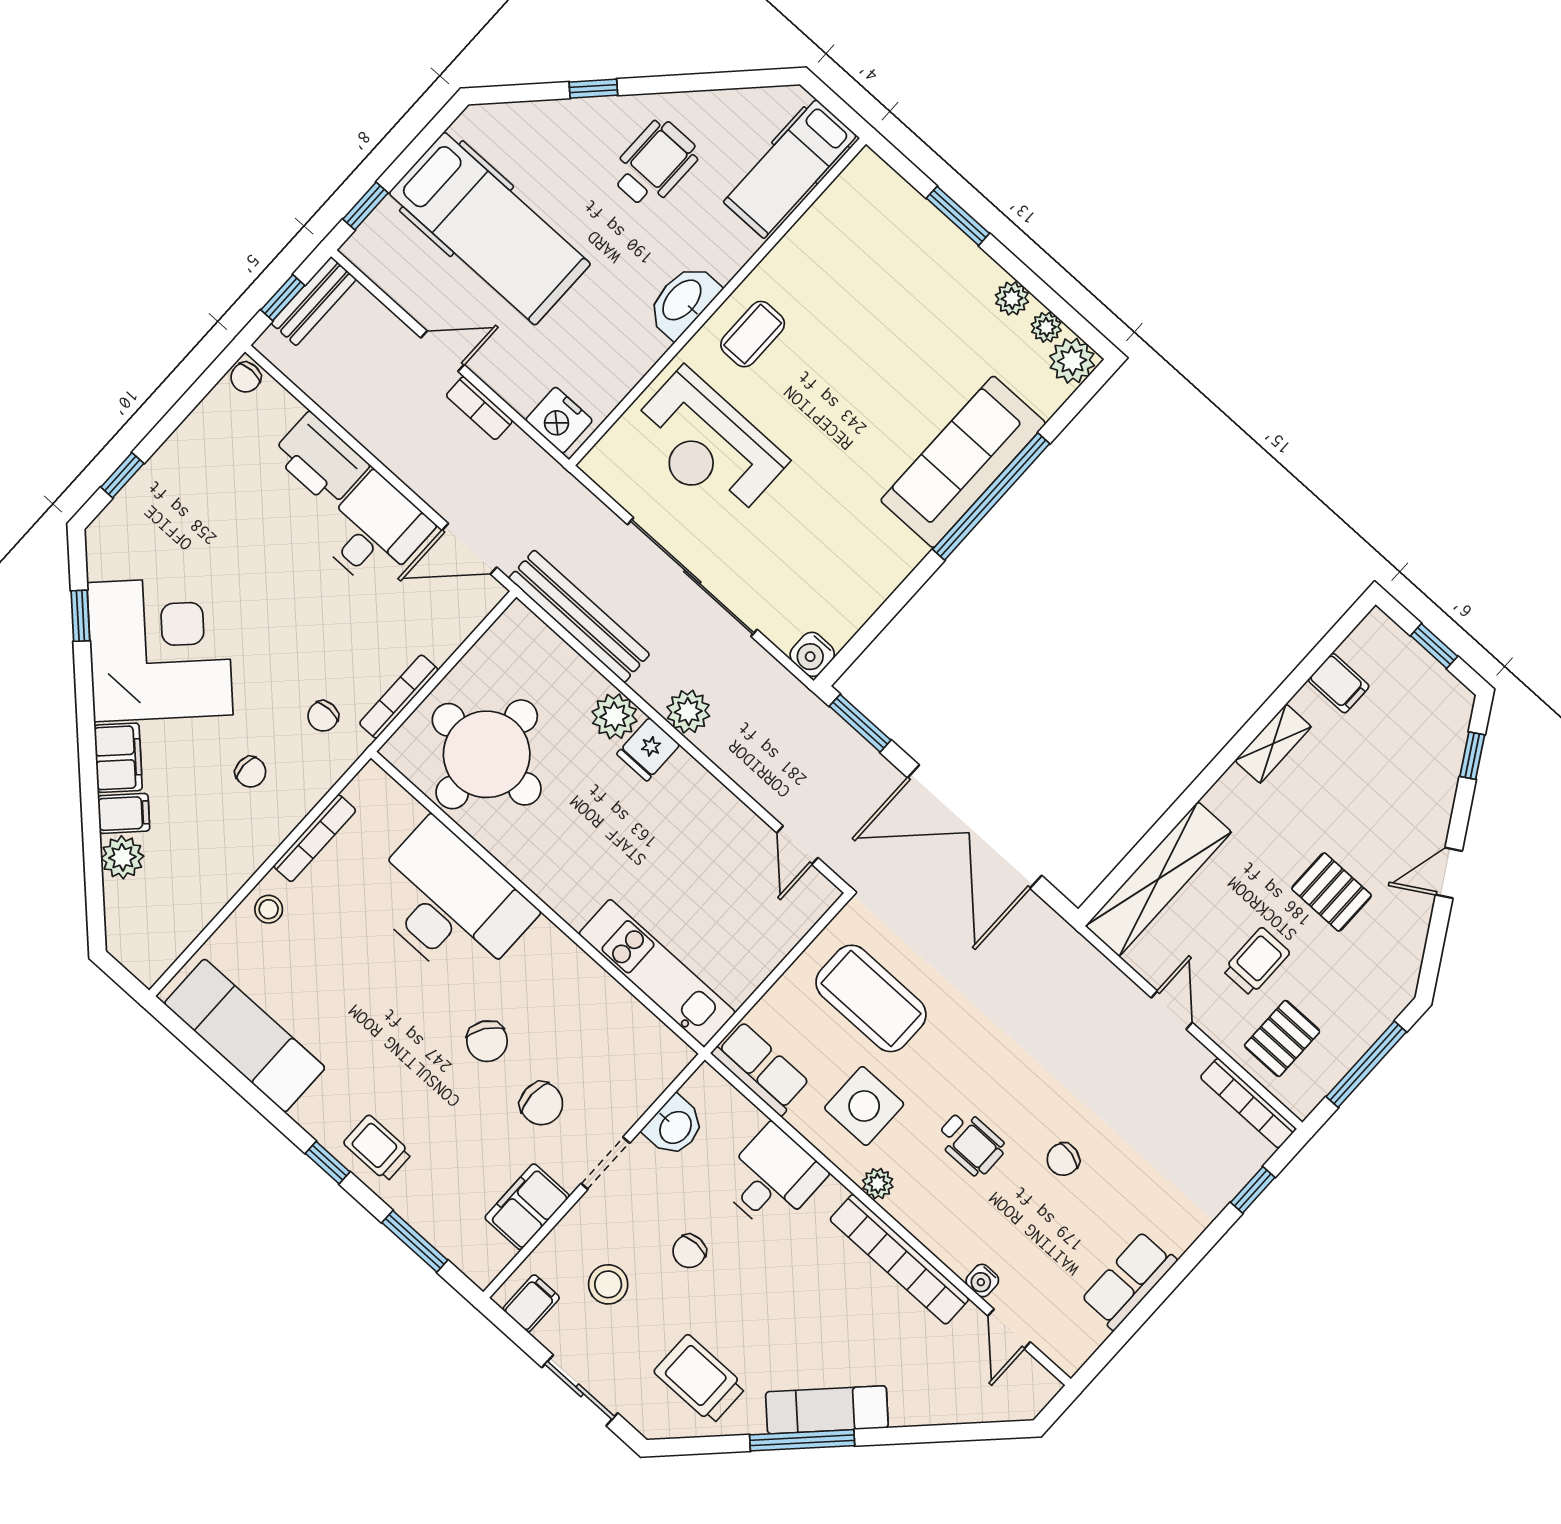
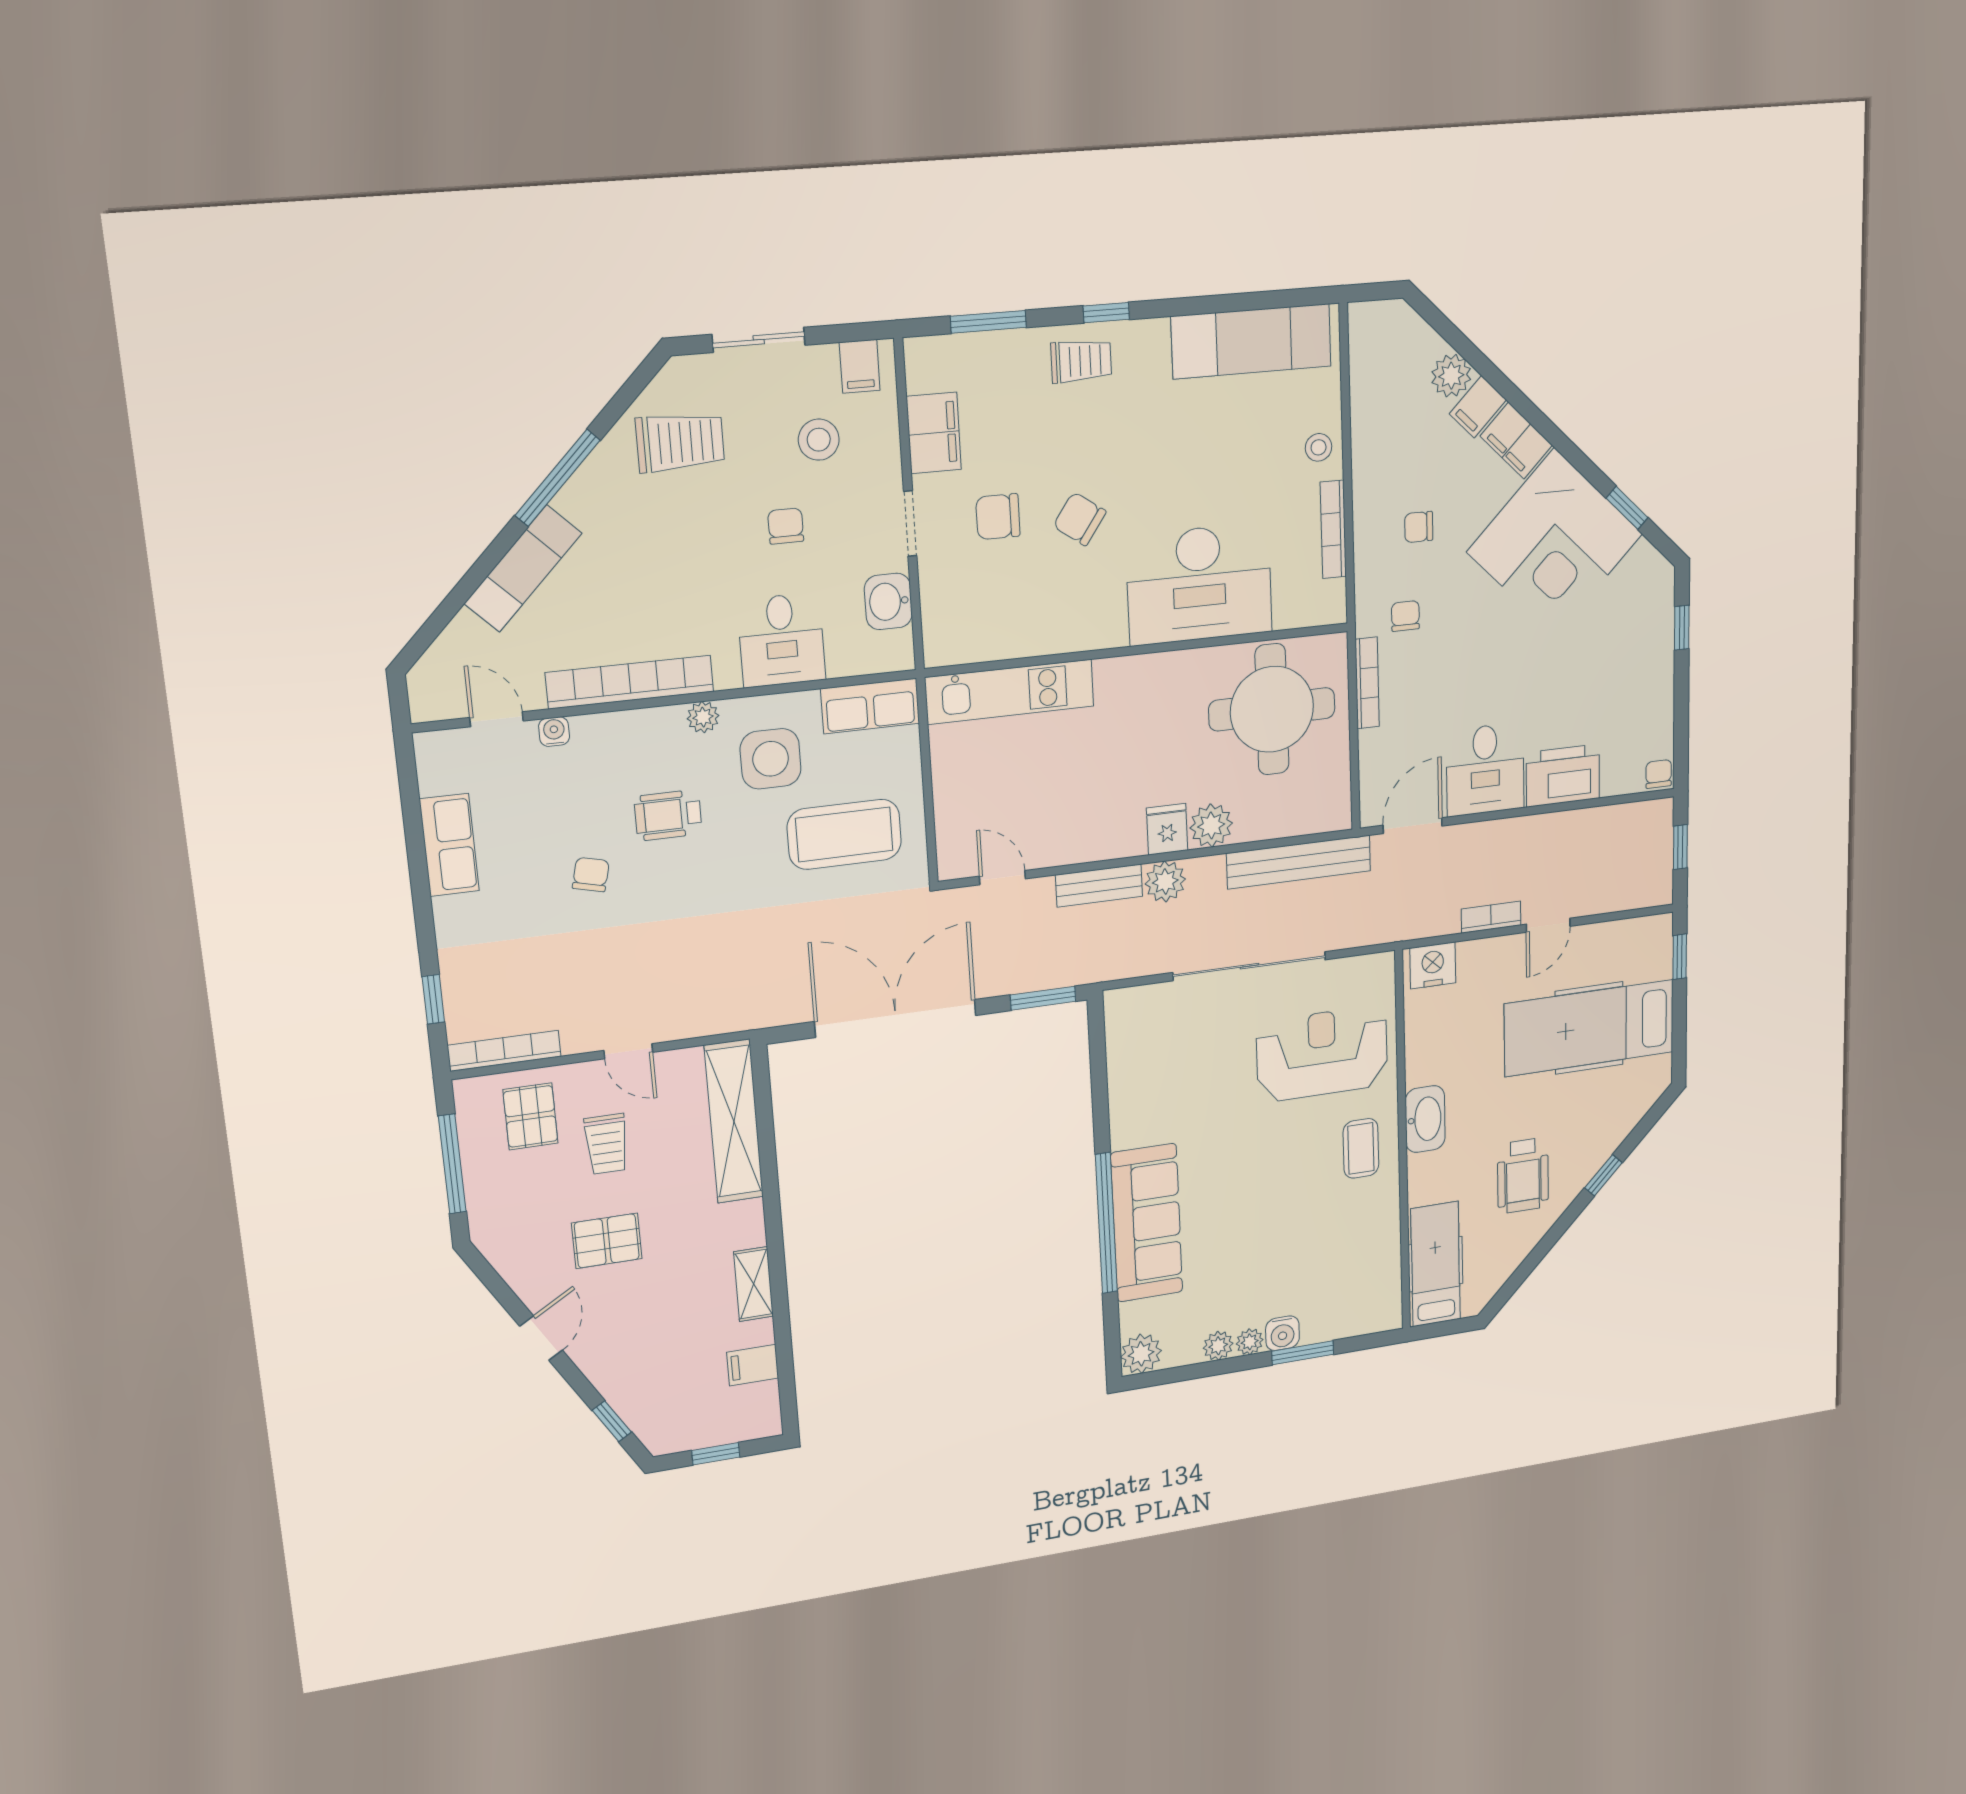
bench: (314, 301) -> (1099, 886), moved, turned 90
plant: (1046, 327) -> (1250, 1342), moved
water cooler: (812, 654) -> (1282, 1333), moved, turned 180
exam couch: (827, 1410) -> (523, 568), moved

